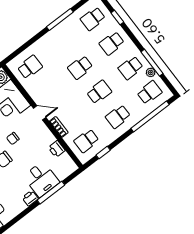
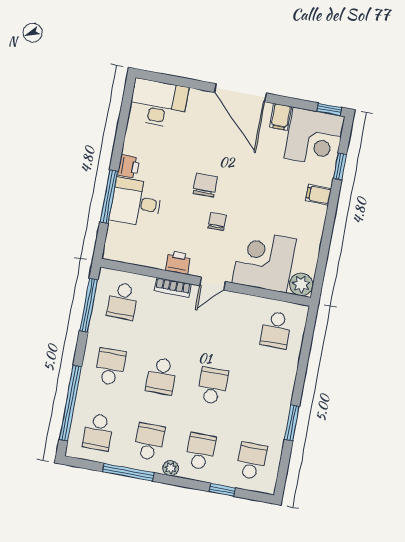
window: (60, 19) -> (292, 423), width x0.69
plant: (151, 72) -> (171, 468), moved
school desk: (86, 141) -> (123, 301), turned 180
printer: (57, 149) -> (178, 263), moved
window: (103, 153) -> (89, 305), width x2.17

